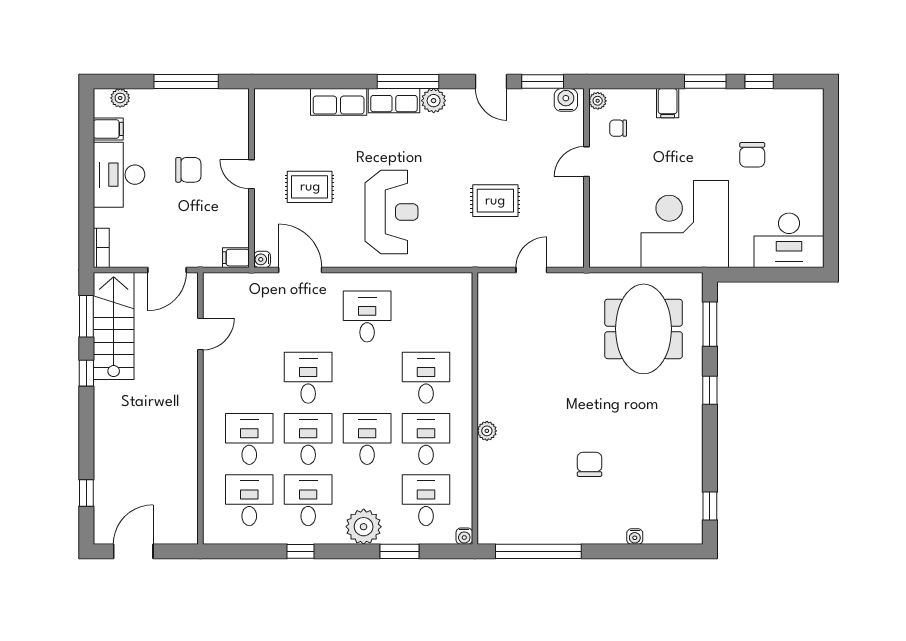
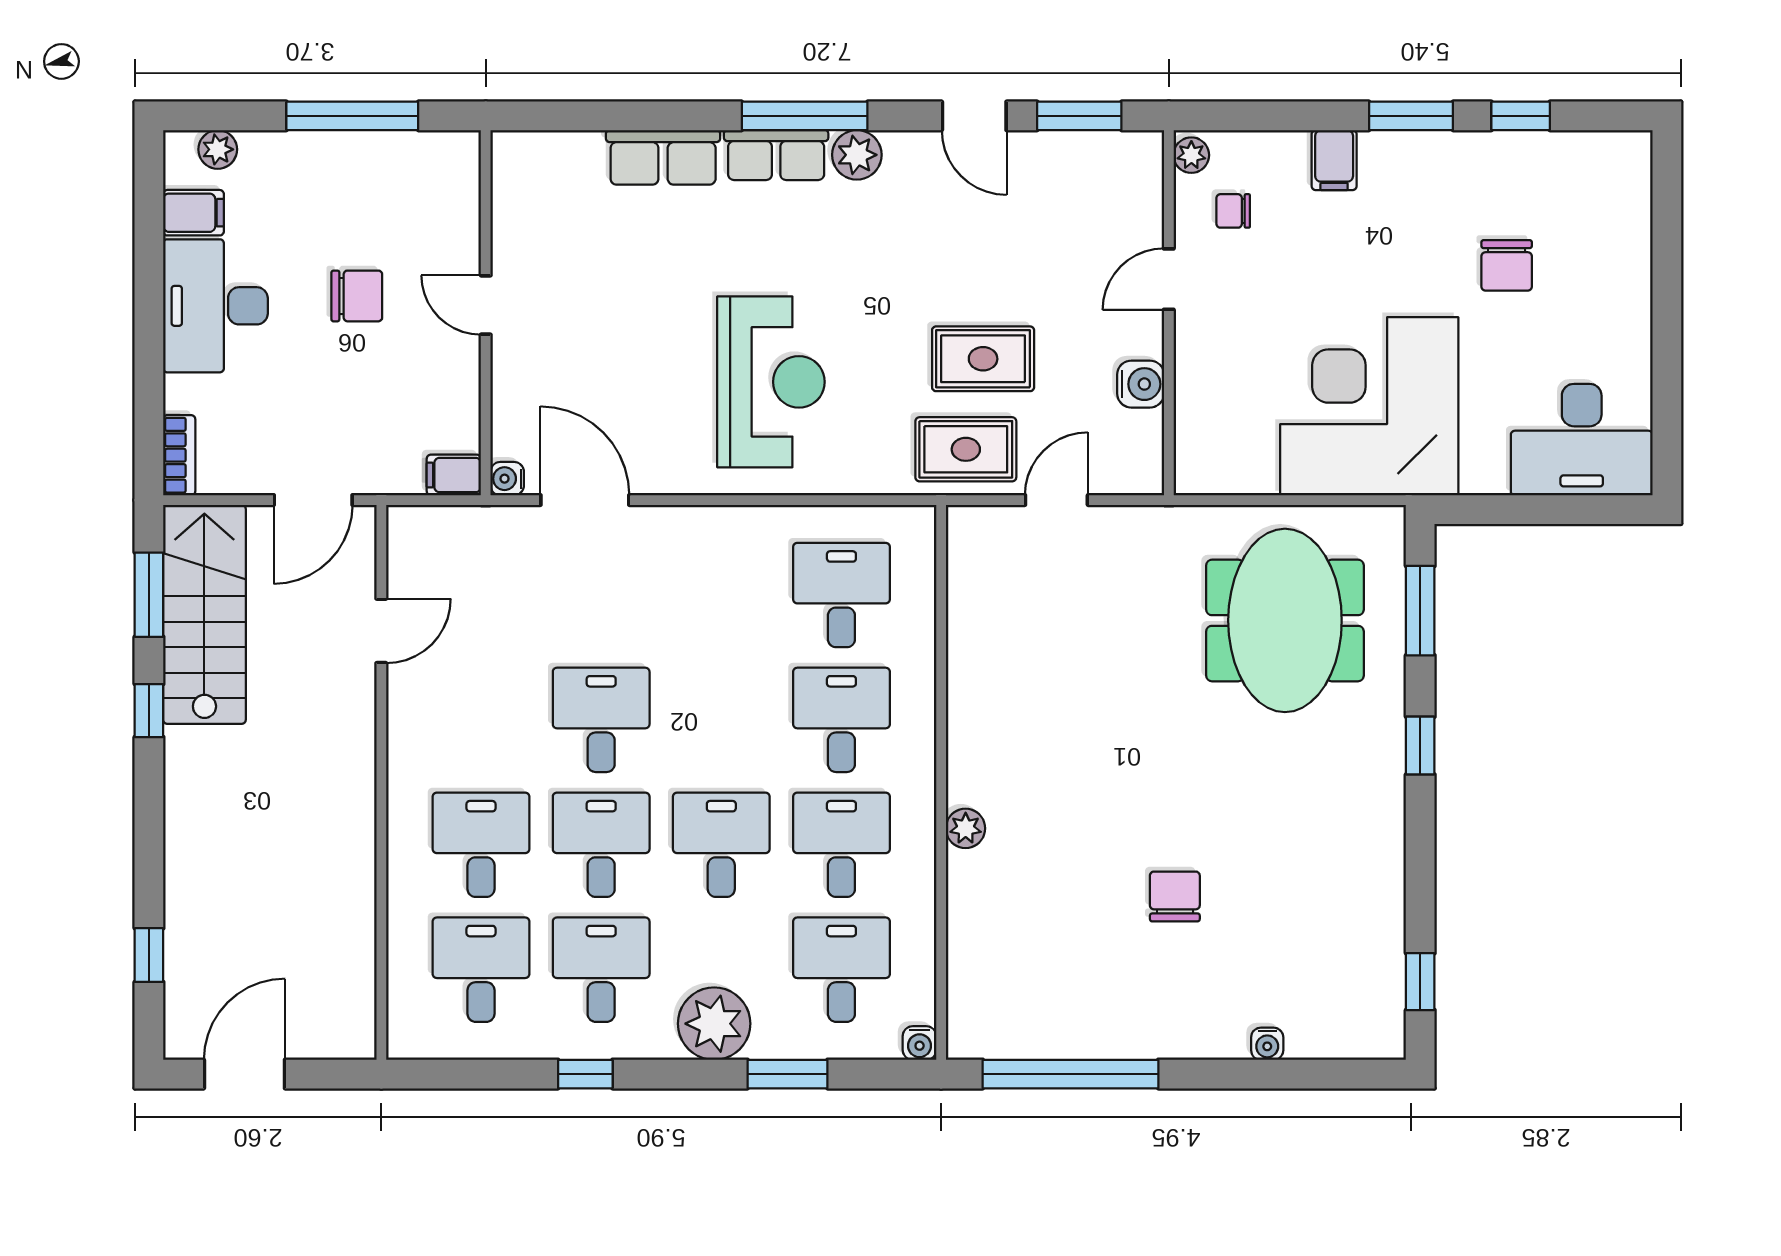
water cooler: (566, 100) -> (1141, 384), moved, turned 90
rug: (310, 187) -> (966, 449), moved
desk: (367, 316) -> (841, 595), moved

